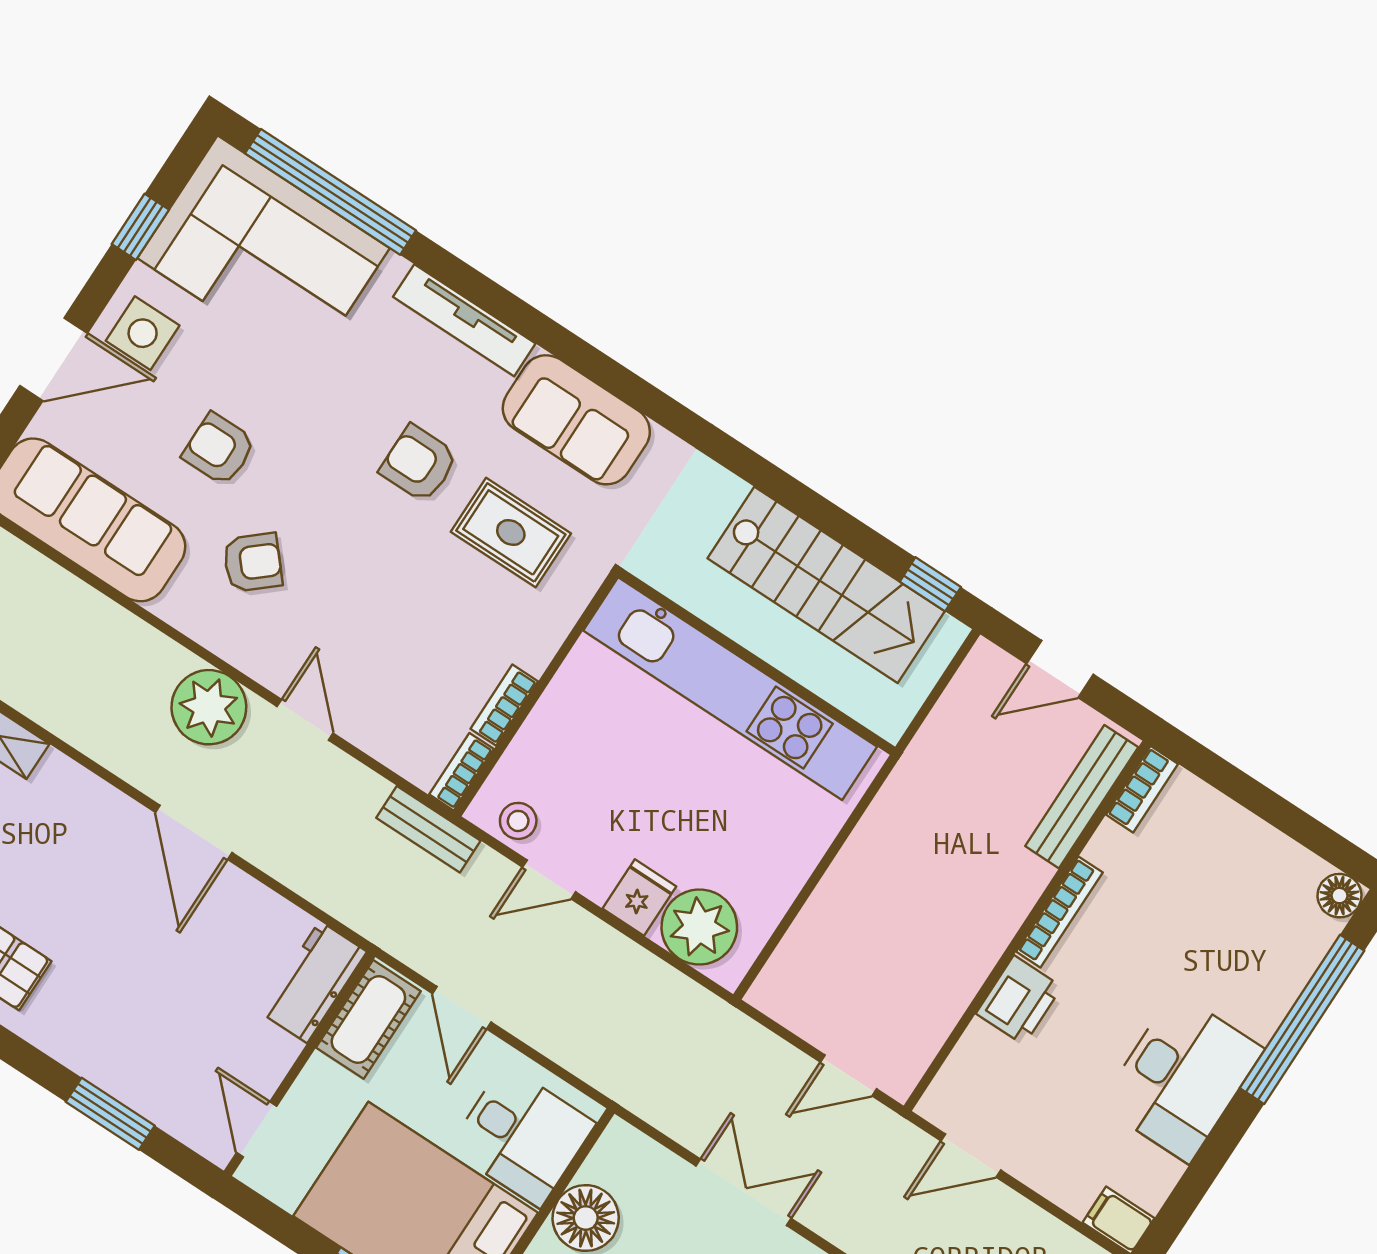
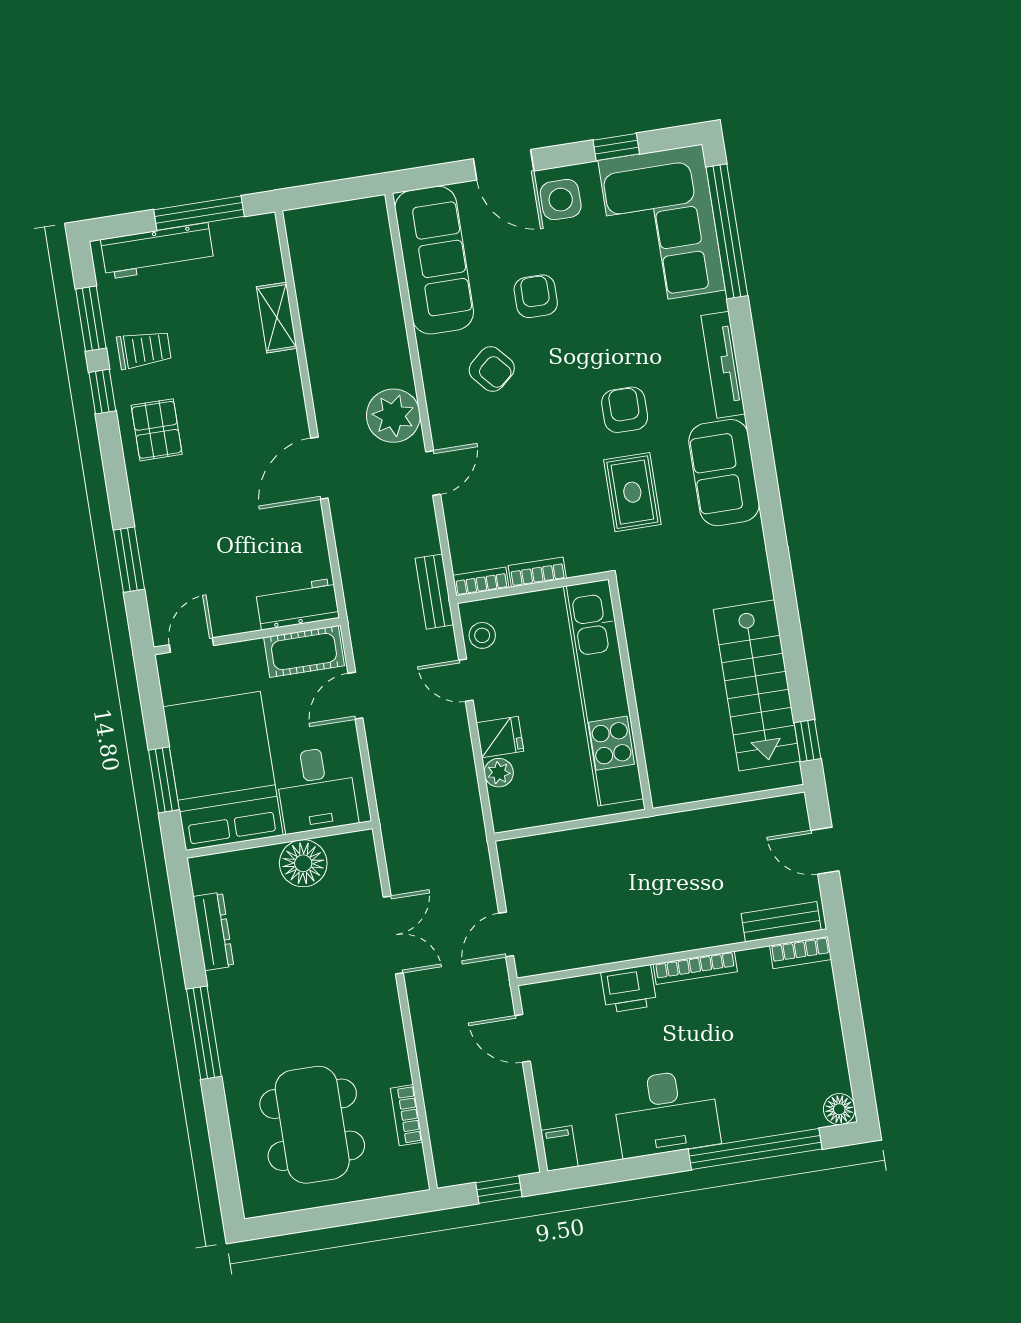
wall: (757, 662) -> (631, 694), moved
kitchen unit: (730, 689) -> (603, 693), moved
bench: (1082, 797) -> (781, 922), width x0.73
plant: (699, 927) -> (499, 773), width x0.53, depth x0.53
door: (849, 1075) -> (506, 934), hinge flipped

